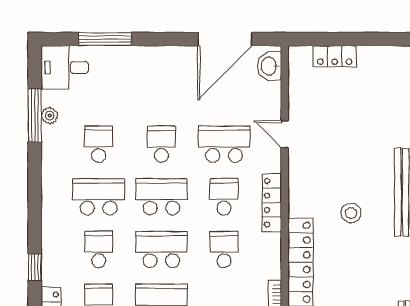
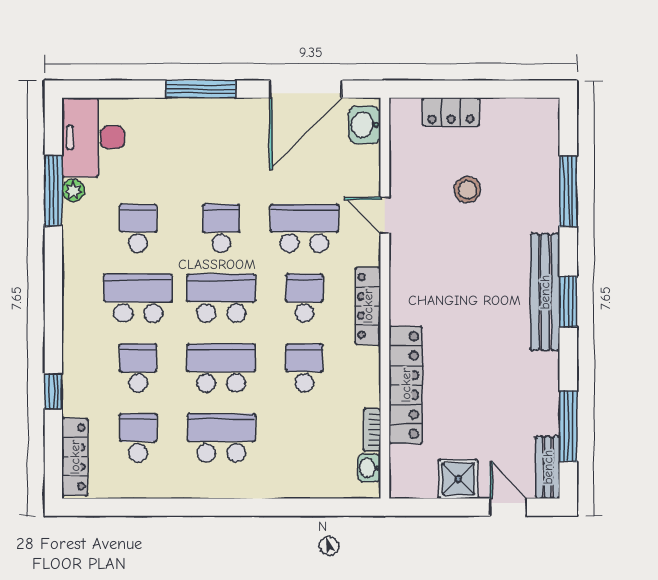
window: (105, 39) -> (201, 89), moved
desk: (65, 67) -> (93, 137), width x1.37
stool: (351, 213) -> (467, 190), moved

